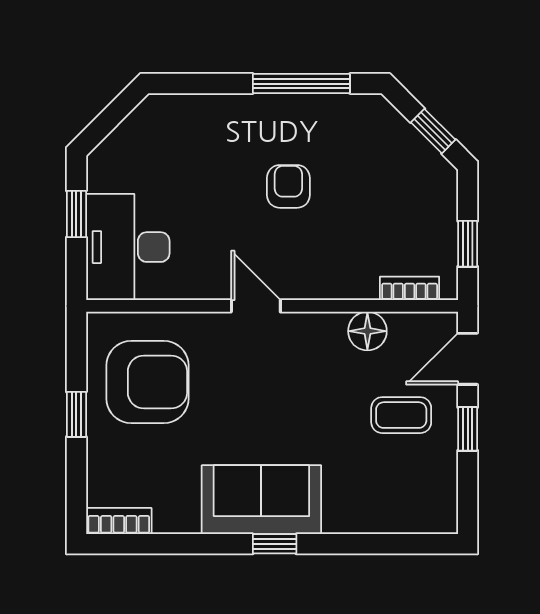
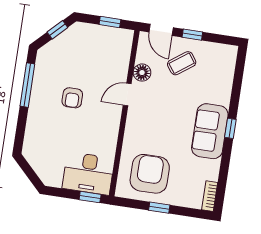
armchair: (288, 186) -> (72, 98), turned -90
window: (76, 214) -> (90, 197), moved
bookcase: (410, 288) -> (126, 51), removed
door: (256, 306) -> (127, 94), moved
coffee table: (401, 415) -> (182, 63), turned 54

